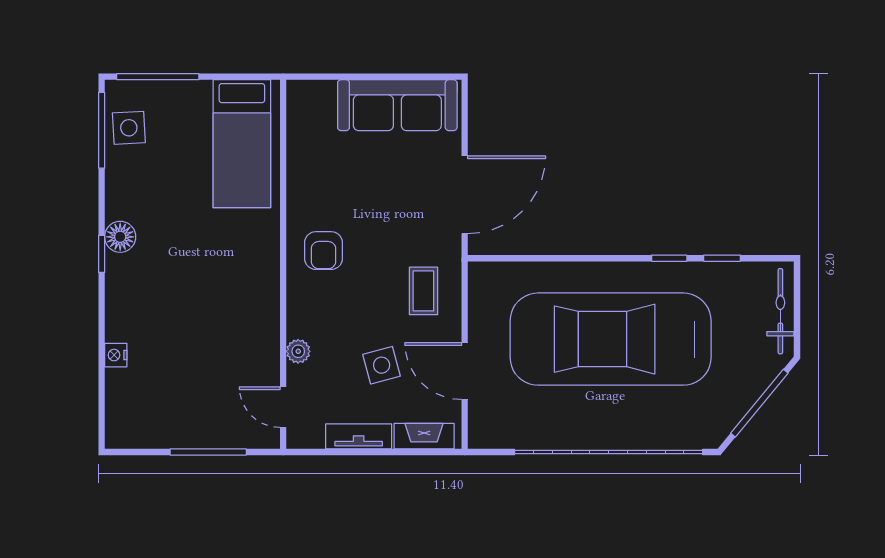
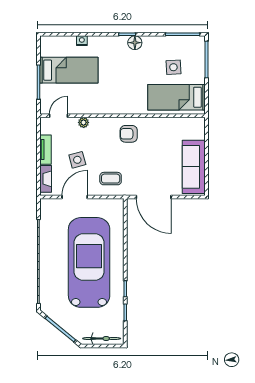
side table: (129, 128) -> (173, 67), moved
bed: (181, 384) -> (69, 70), added

